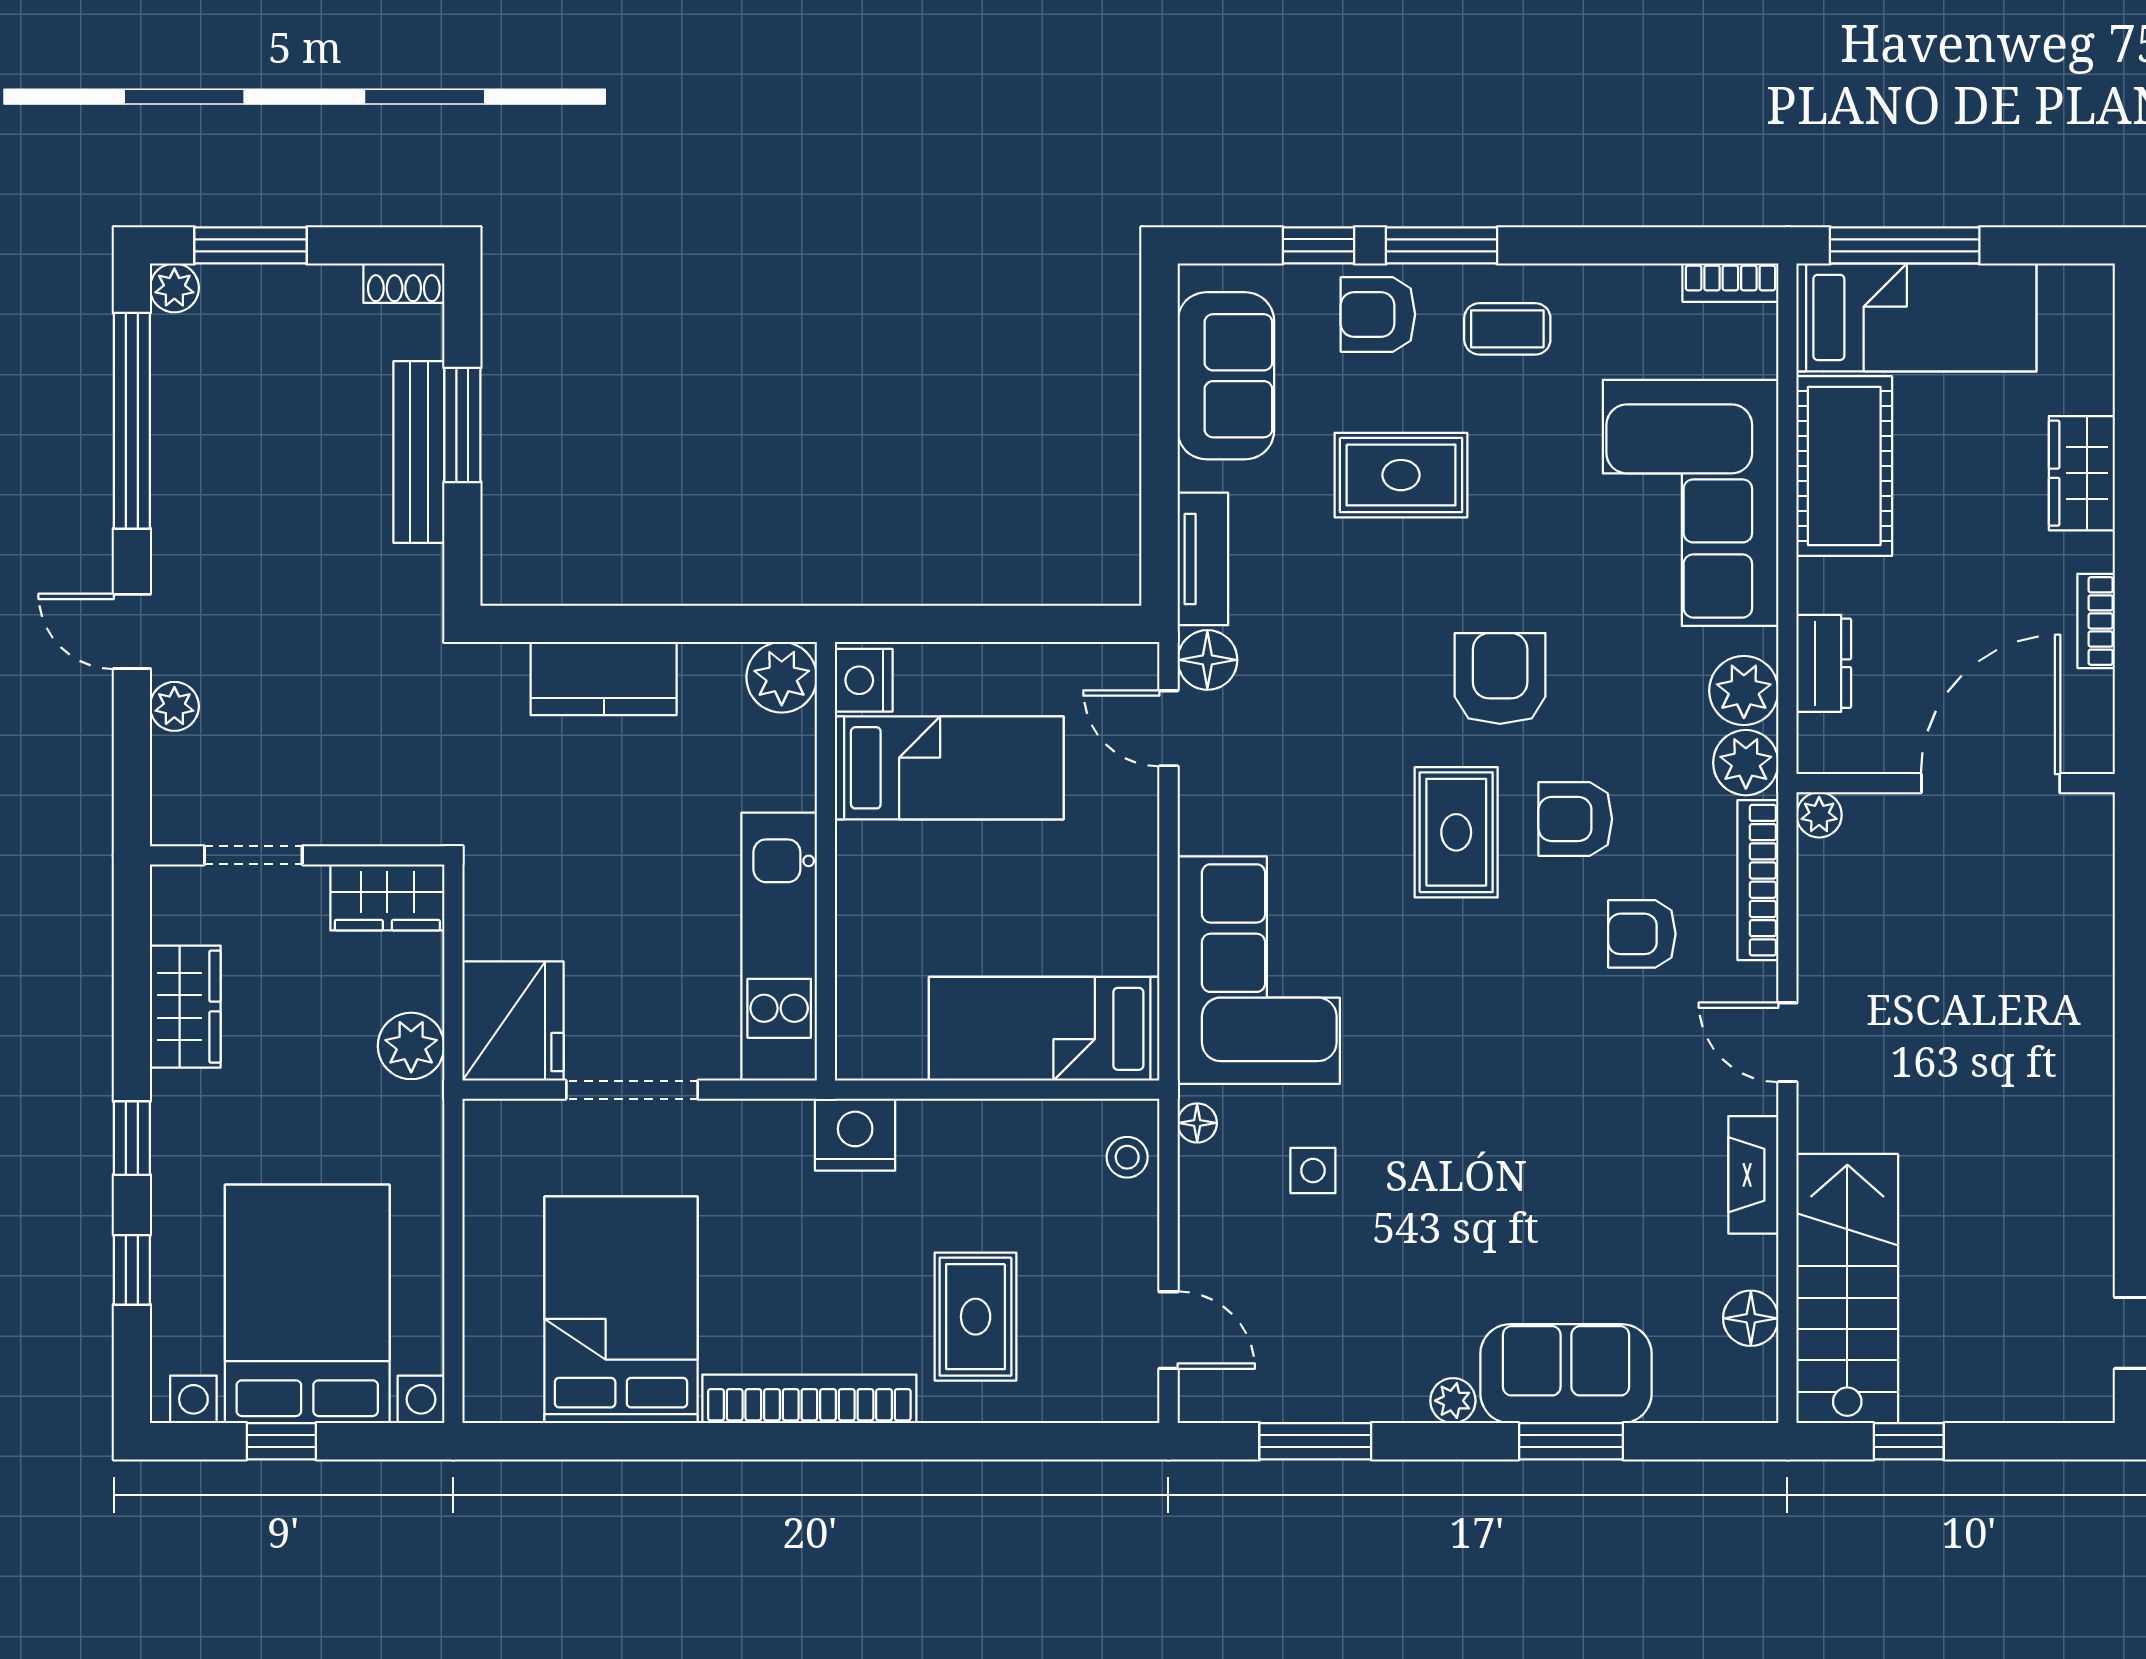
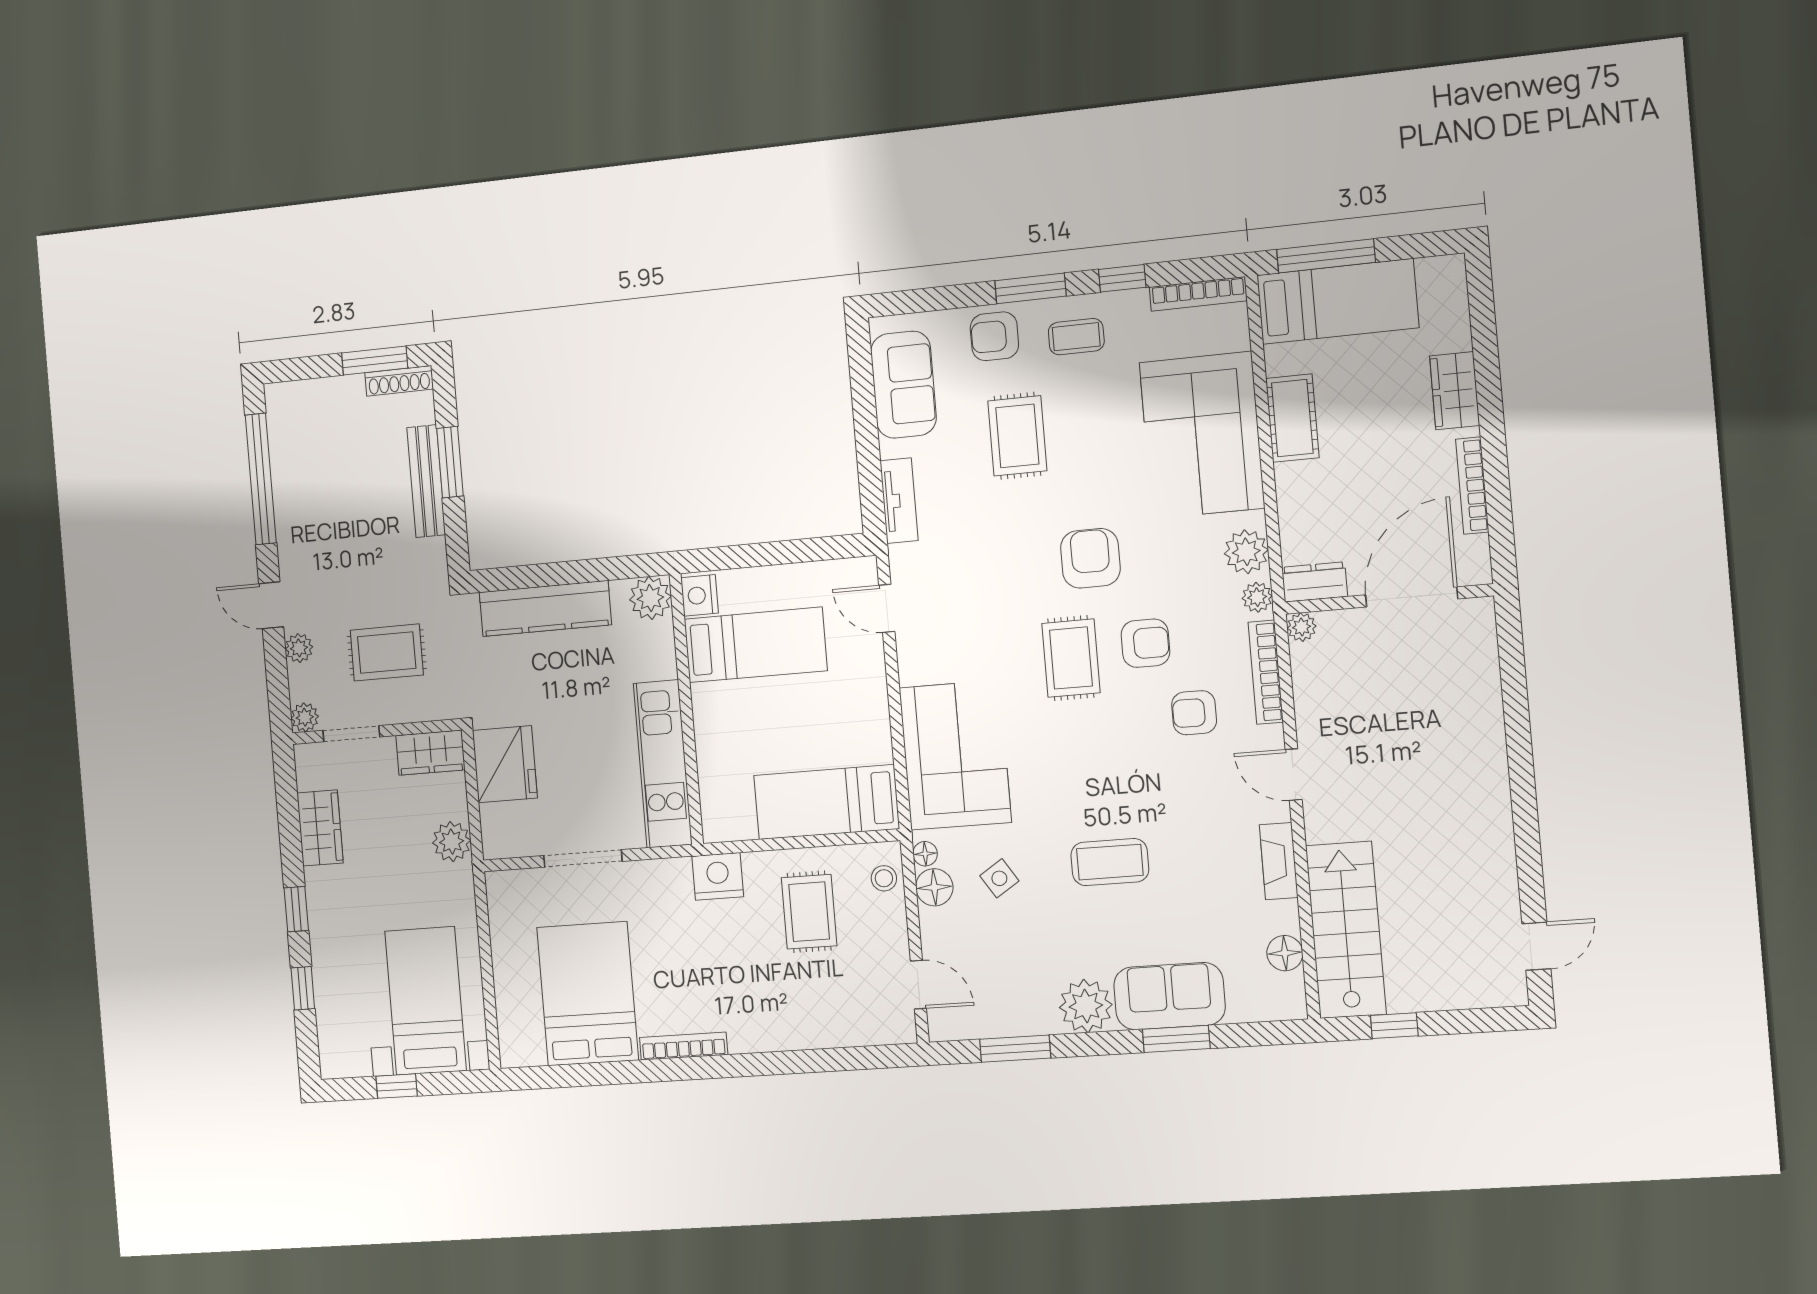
window: (251, 245) -> (375, 360), moved
window: (1318, 245) -> (1122, 278), moved
shoe rack: (404, 283) -> (399, 381), width x1.43
bookcase: (1730, 283) -> (1198, 294), width x1.56
plant: (174, 288) -> (305, 717), moved
cot: (1844, 466) -> (1292, 418), width x0.73, depth x0.75
rug: (1401, 475) -> (1017, 436), turned 90
bookcase: (2096, 621) -> (1472, 486), width x1.56
floor lamp: (1207, 660) -> (934, 887), moved
dresser: (1824, 663) -> (1315, 582), moved, turned -90
kitchen counter: (604, 679) -> (545, 608), width x1.50
rug: (326, 727) -> (387, 652), added
plant: (1746, 763) -> (1257, 597), width x0.73, depth x0.73
armchair: (1575, 819) -> (1145, 643), turned 180
fridge: (513, 1021) -> (505, 764), moved
coffee table: (1490, 1157) -> (1110, 862), added
side table: (1313, 1170) -> (999, 878), turned -33
bed with nightstands: (307, 1304) -> (426, 1001), width x0.73
rug: (976, 1317) -> (809, 912), moved
bookcase: (809, 1399) -> (684, 1046), width x0.68, depth x0.76
plant: (1453, 1401) -> (1086, 1006), width x1.88, depth x1.88

